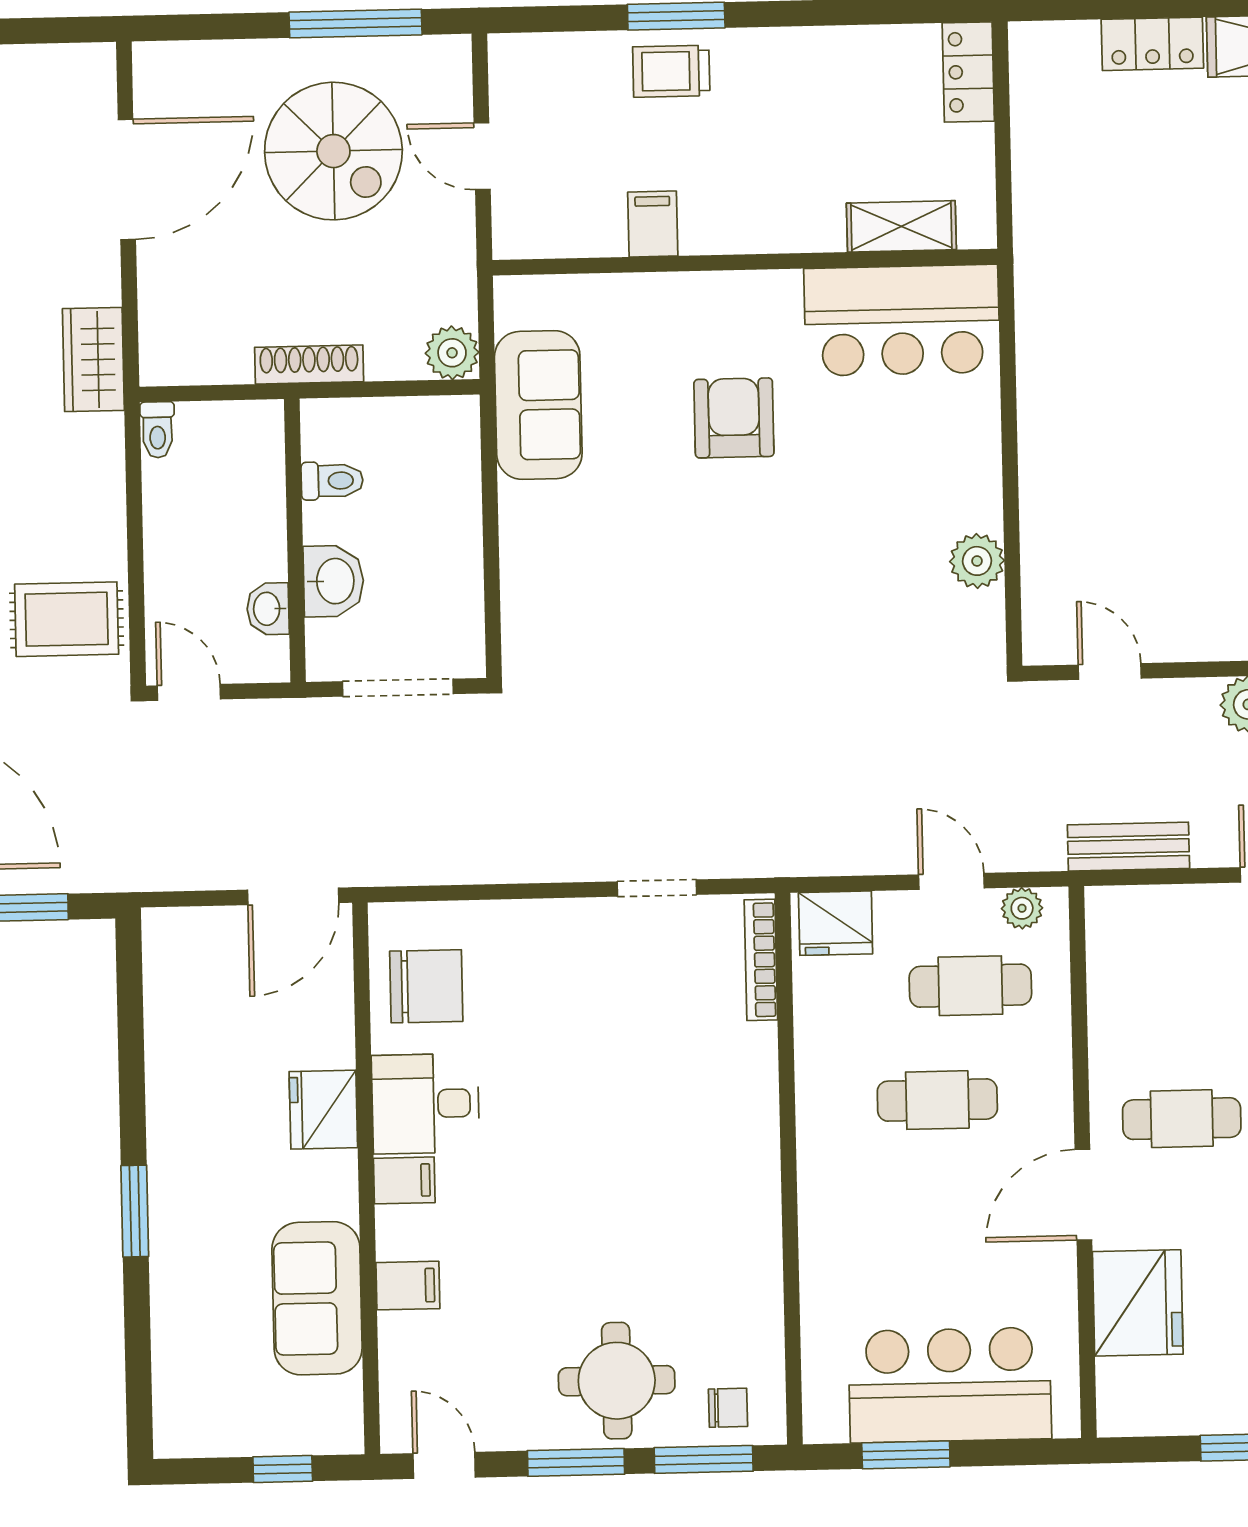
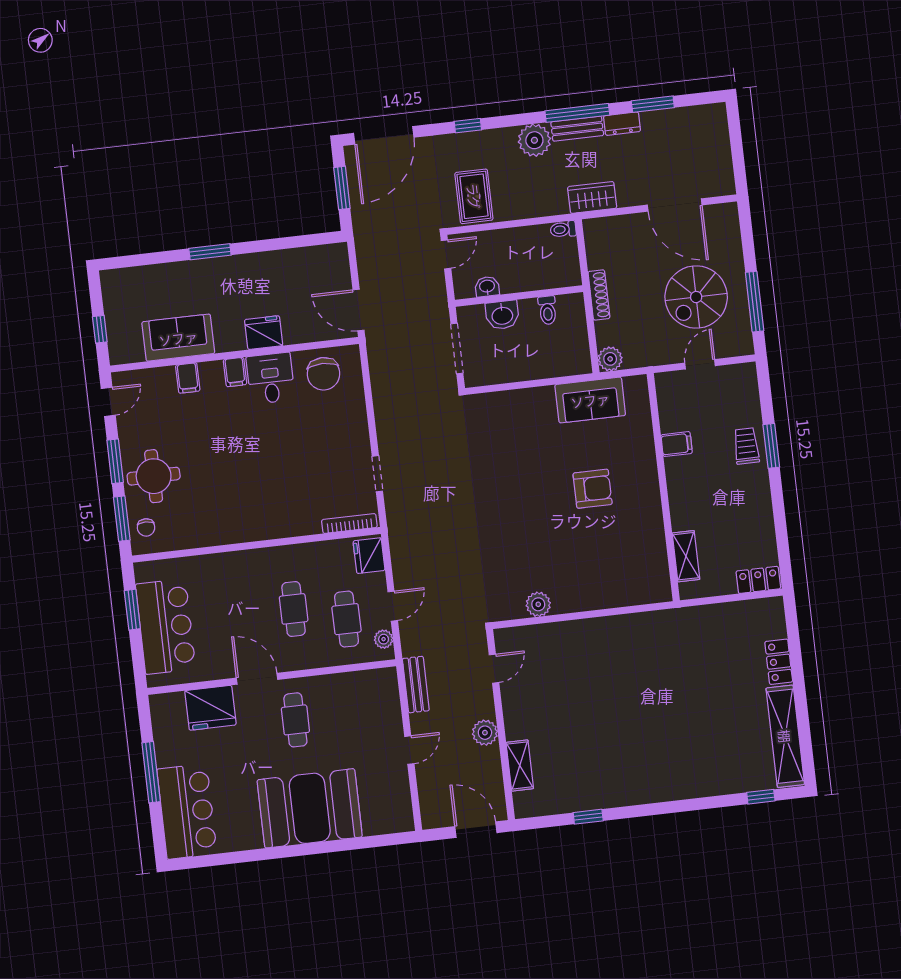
bar counter: (902, 320) -> (644, 560), removed

